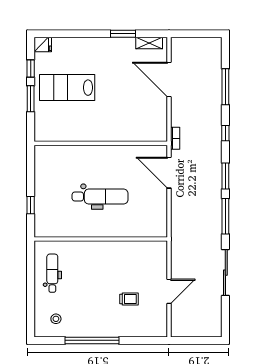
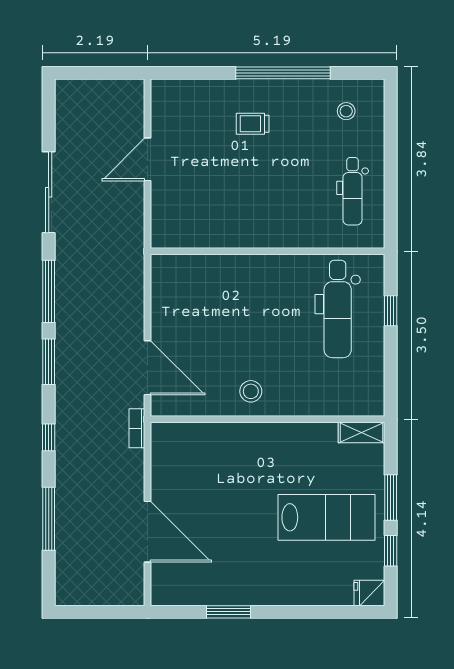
shelving: (149, 43) -> (362, 433), moved
stool: (110, 159) -> (251, 391), added
dental chair: (100, 197) -> (338, 309), moved, turned -90
trolley: (129, 299) -> (253, 124), moved

